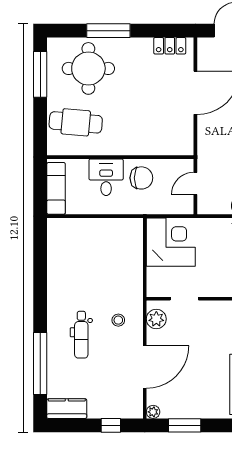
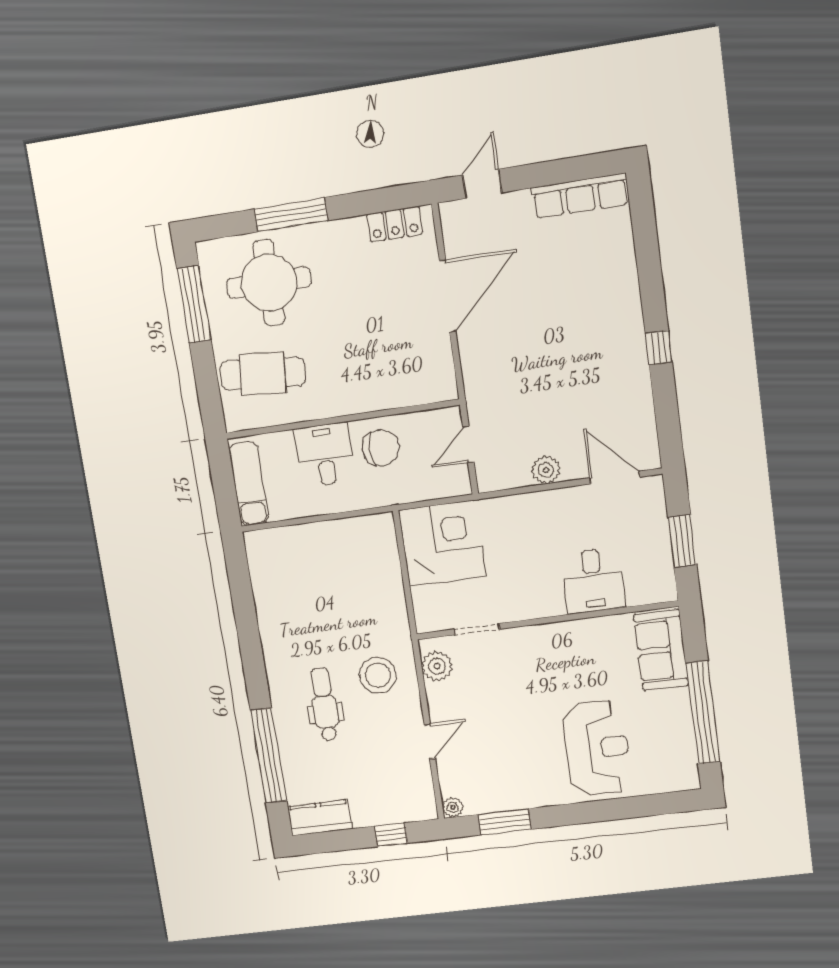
stool: (118, 320) -> (378, 675), width x1.89, depth x1.89
dental chair: (81, 335) -> (324, 704), turned 180
door: (145, 367) -> (430, 741), width x0.53

